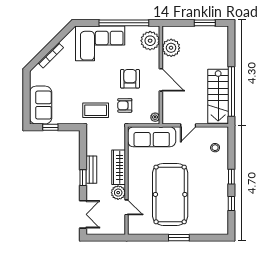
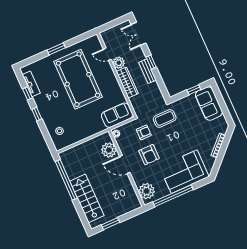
plant: (171, 48) -> (109, 150), moved
stairs: (218, 96) -> (87, 198), moved
door: (188, 125) -> (88, 139), removed
sofa: (152, 137) -> (117, 115), width x0.73
tv unit: (223, 212) -> (31, 84), added

